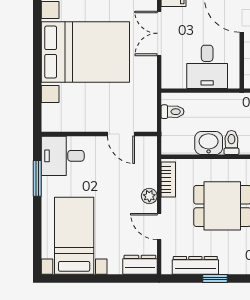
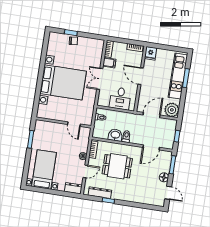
desk: (63, 156) -> (44, 130), removed
door: (159, 227) -> (85, 171), swing flipped

